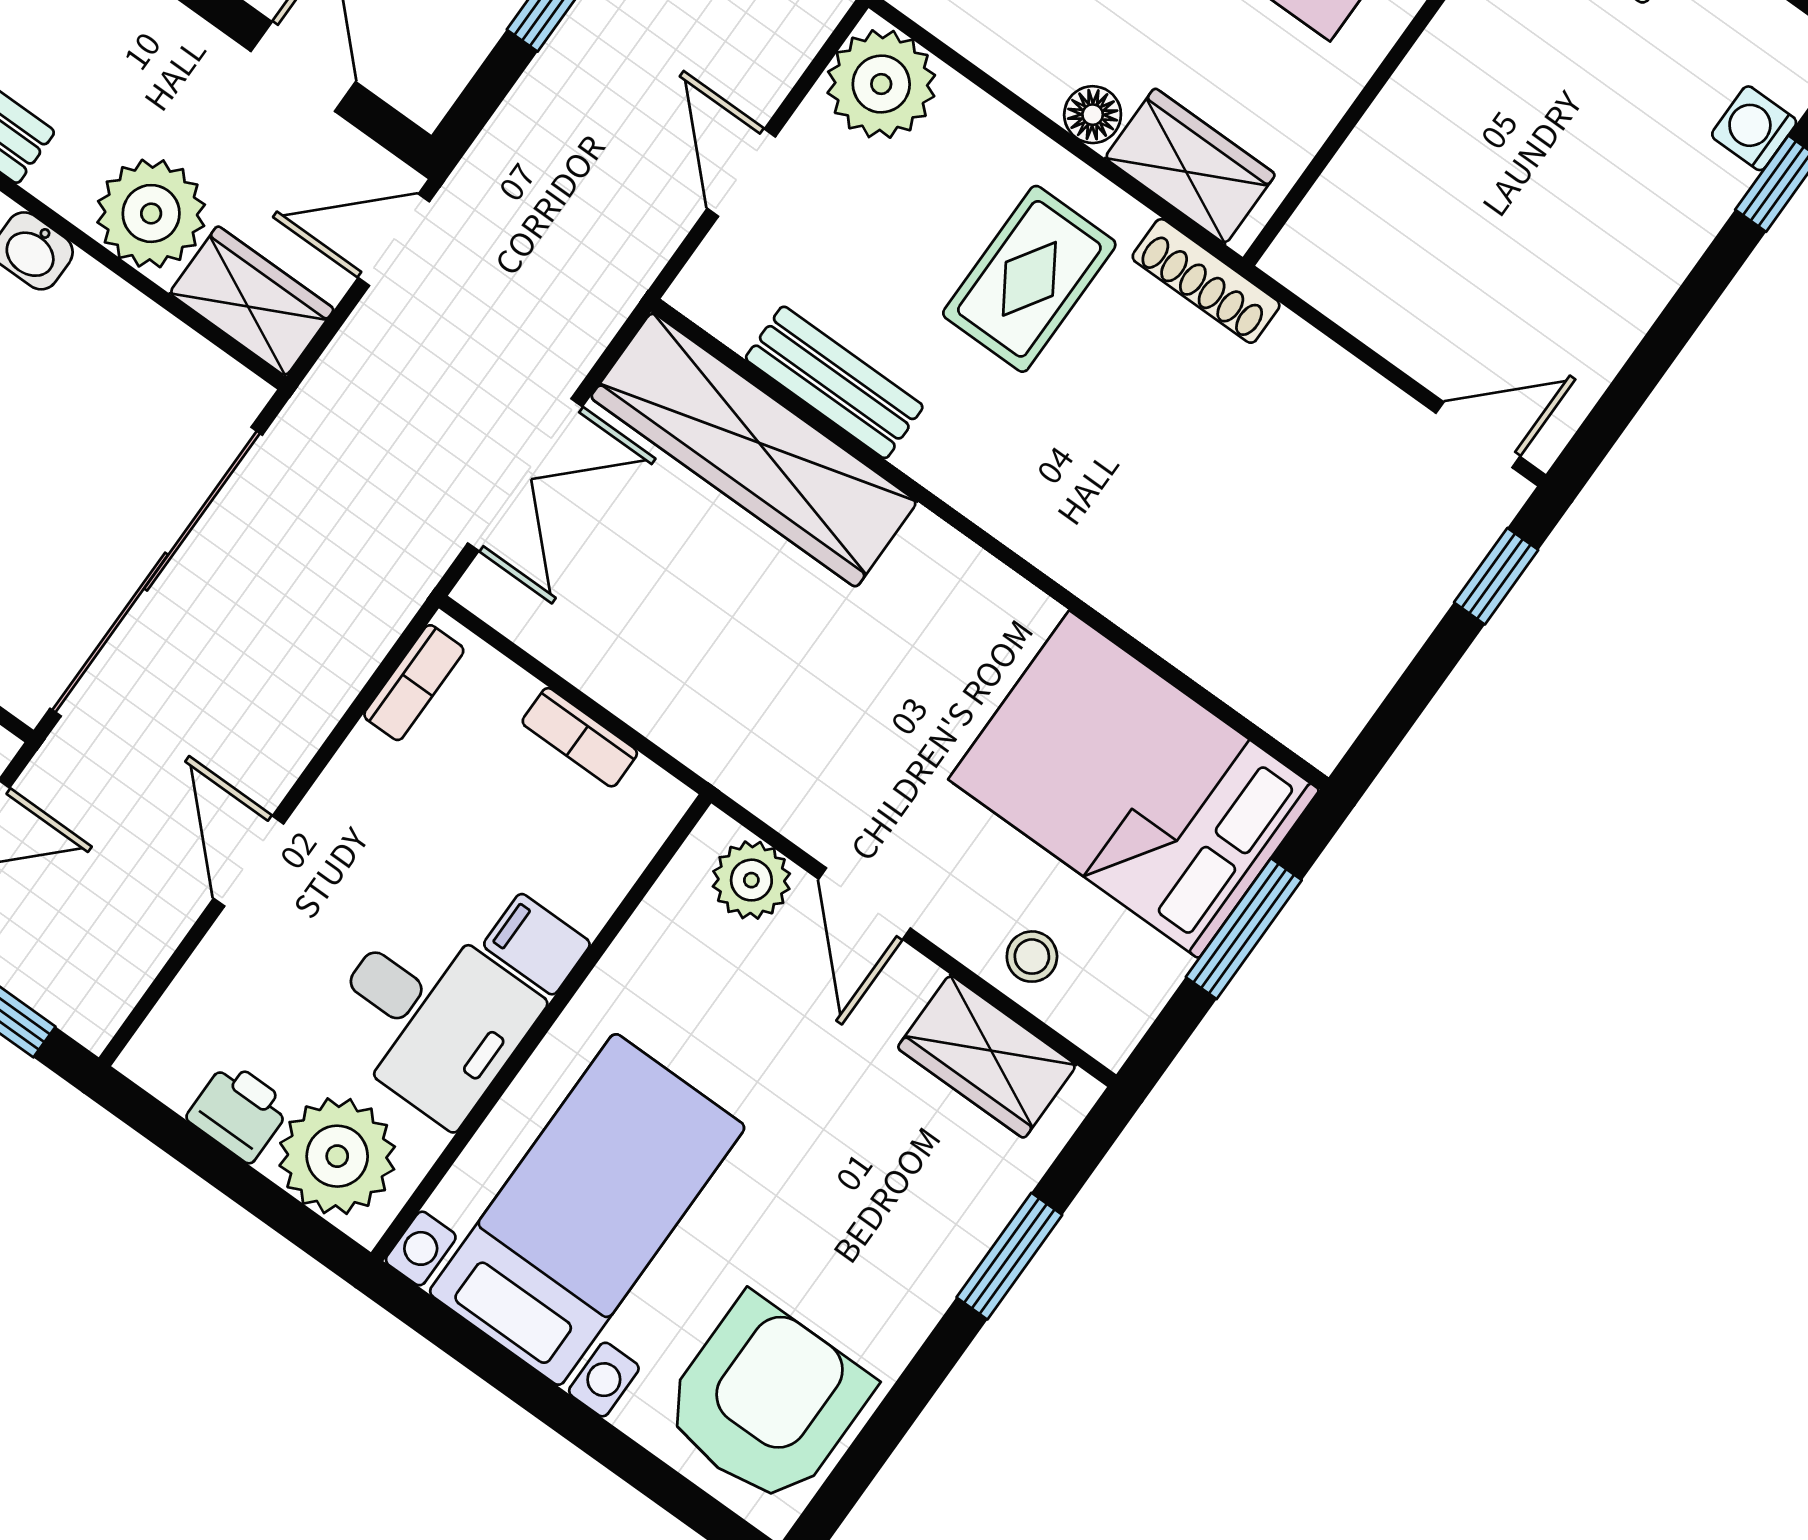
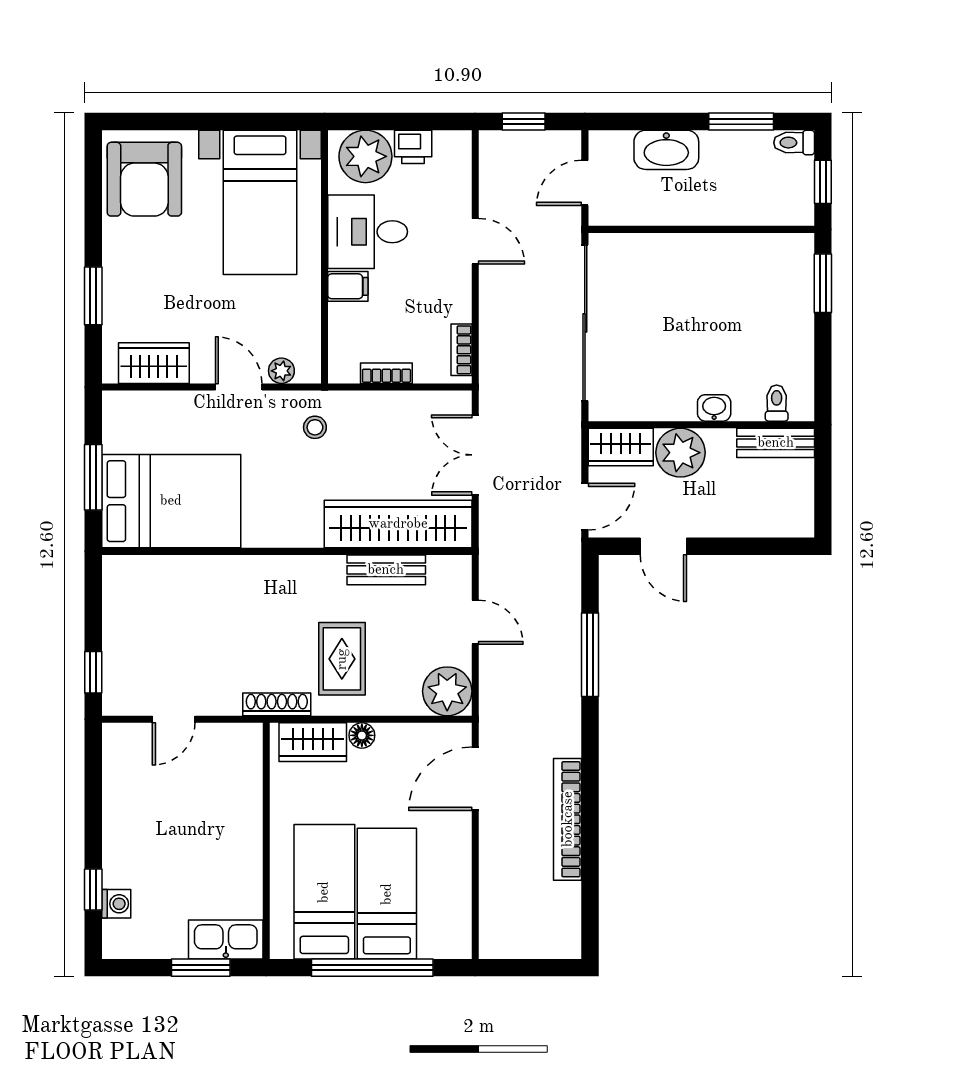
door: (1478, 435) -> (174, 719), moved
plant: (751, 880) -> (281, 371), width x0.73, depth x0.73
stool: (1032, 957) -> (315, 427), moved

